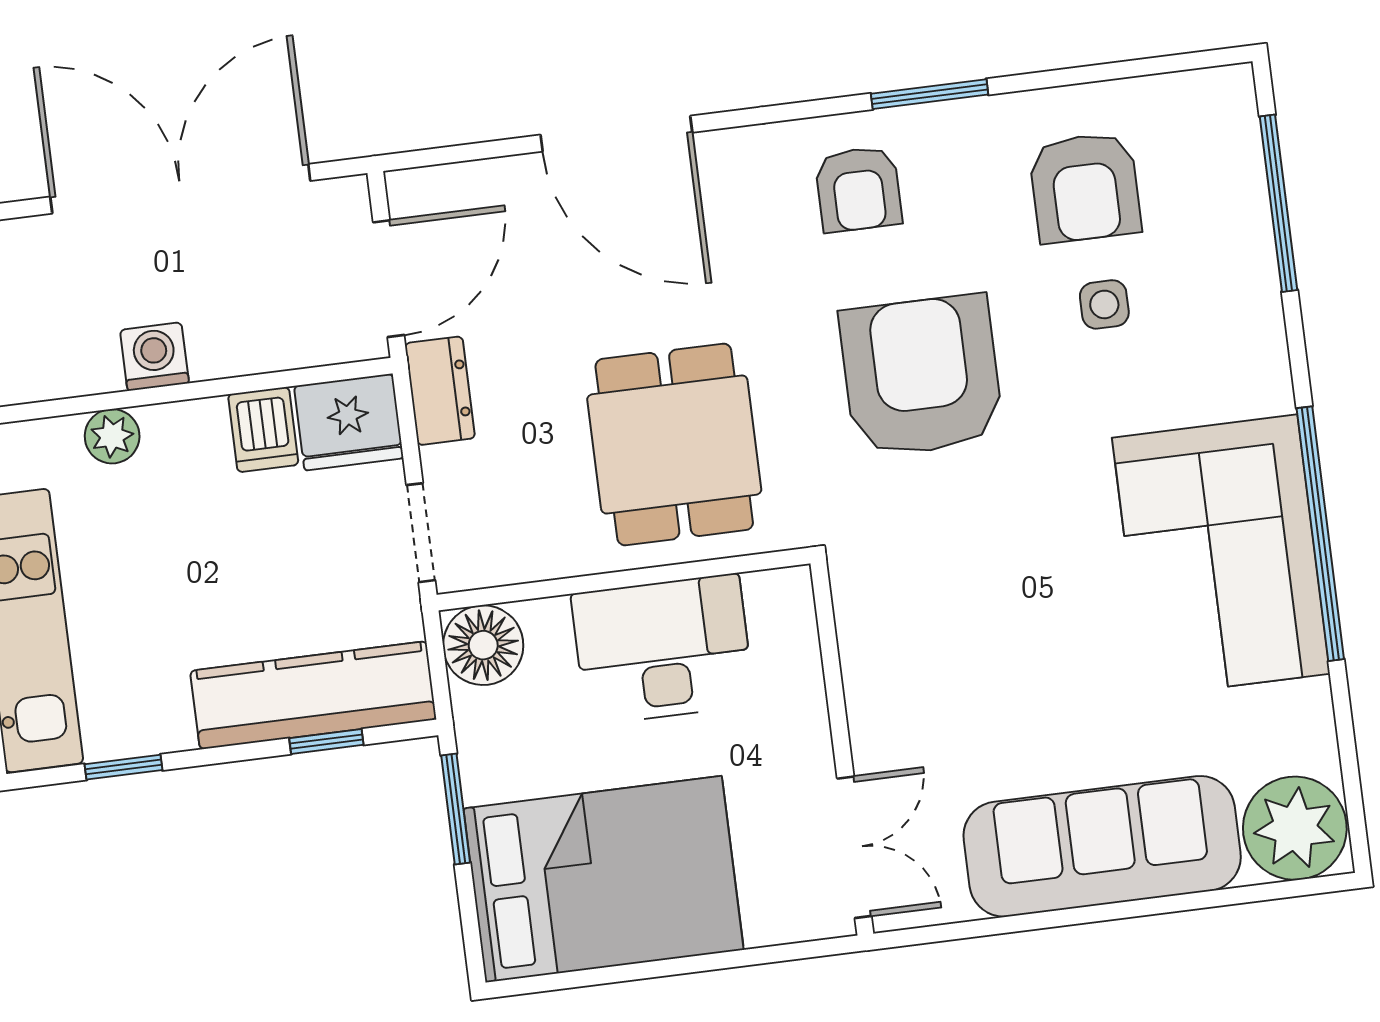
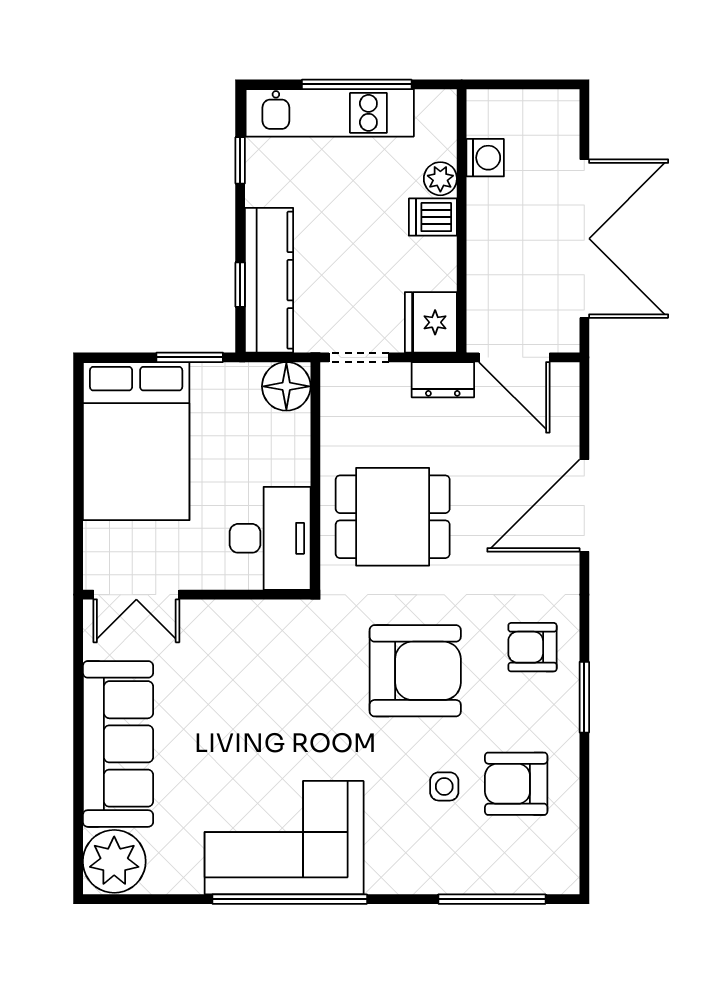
washing machine: (154, 357) -> (485, 158), moved
dishwasher: (263, 430) -> (433, 217), moved
desk: (663, 649) -> (270, 538), moved

